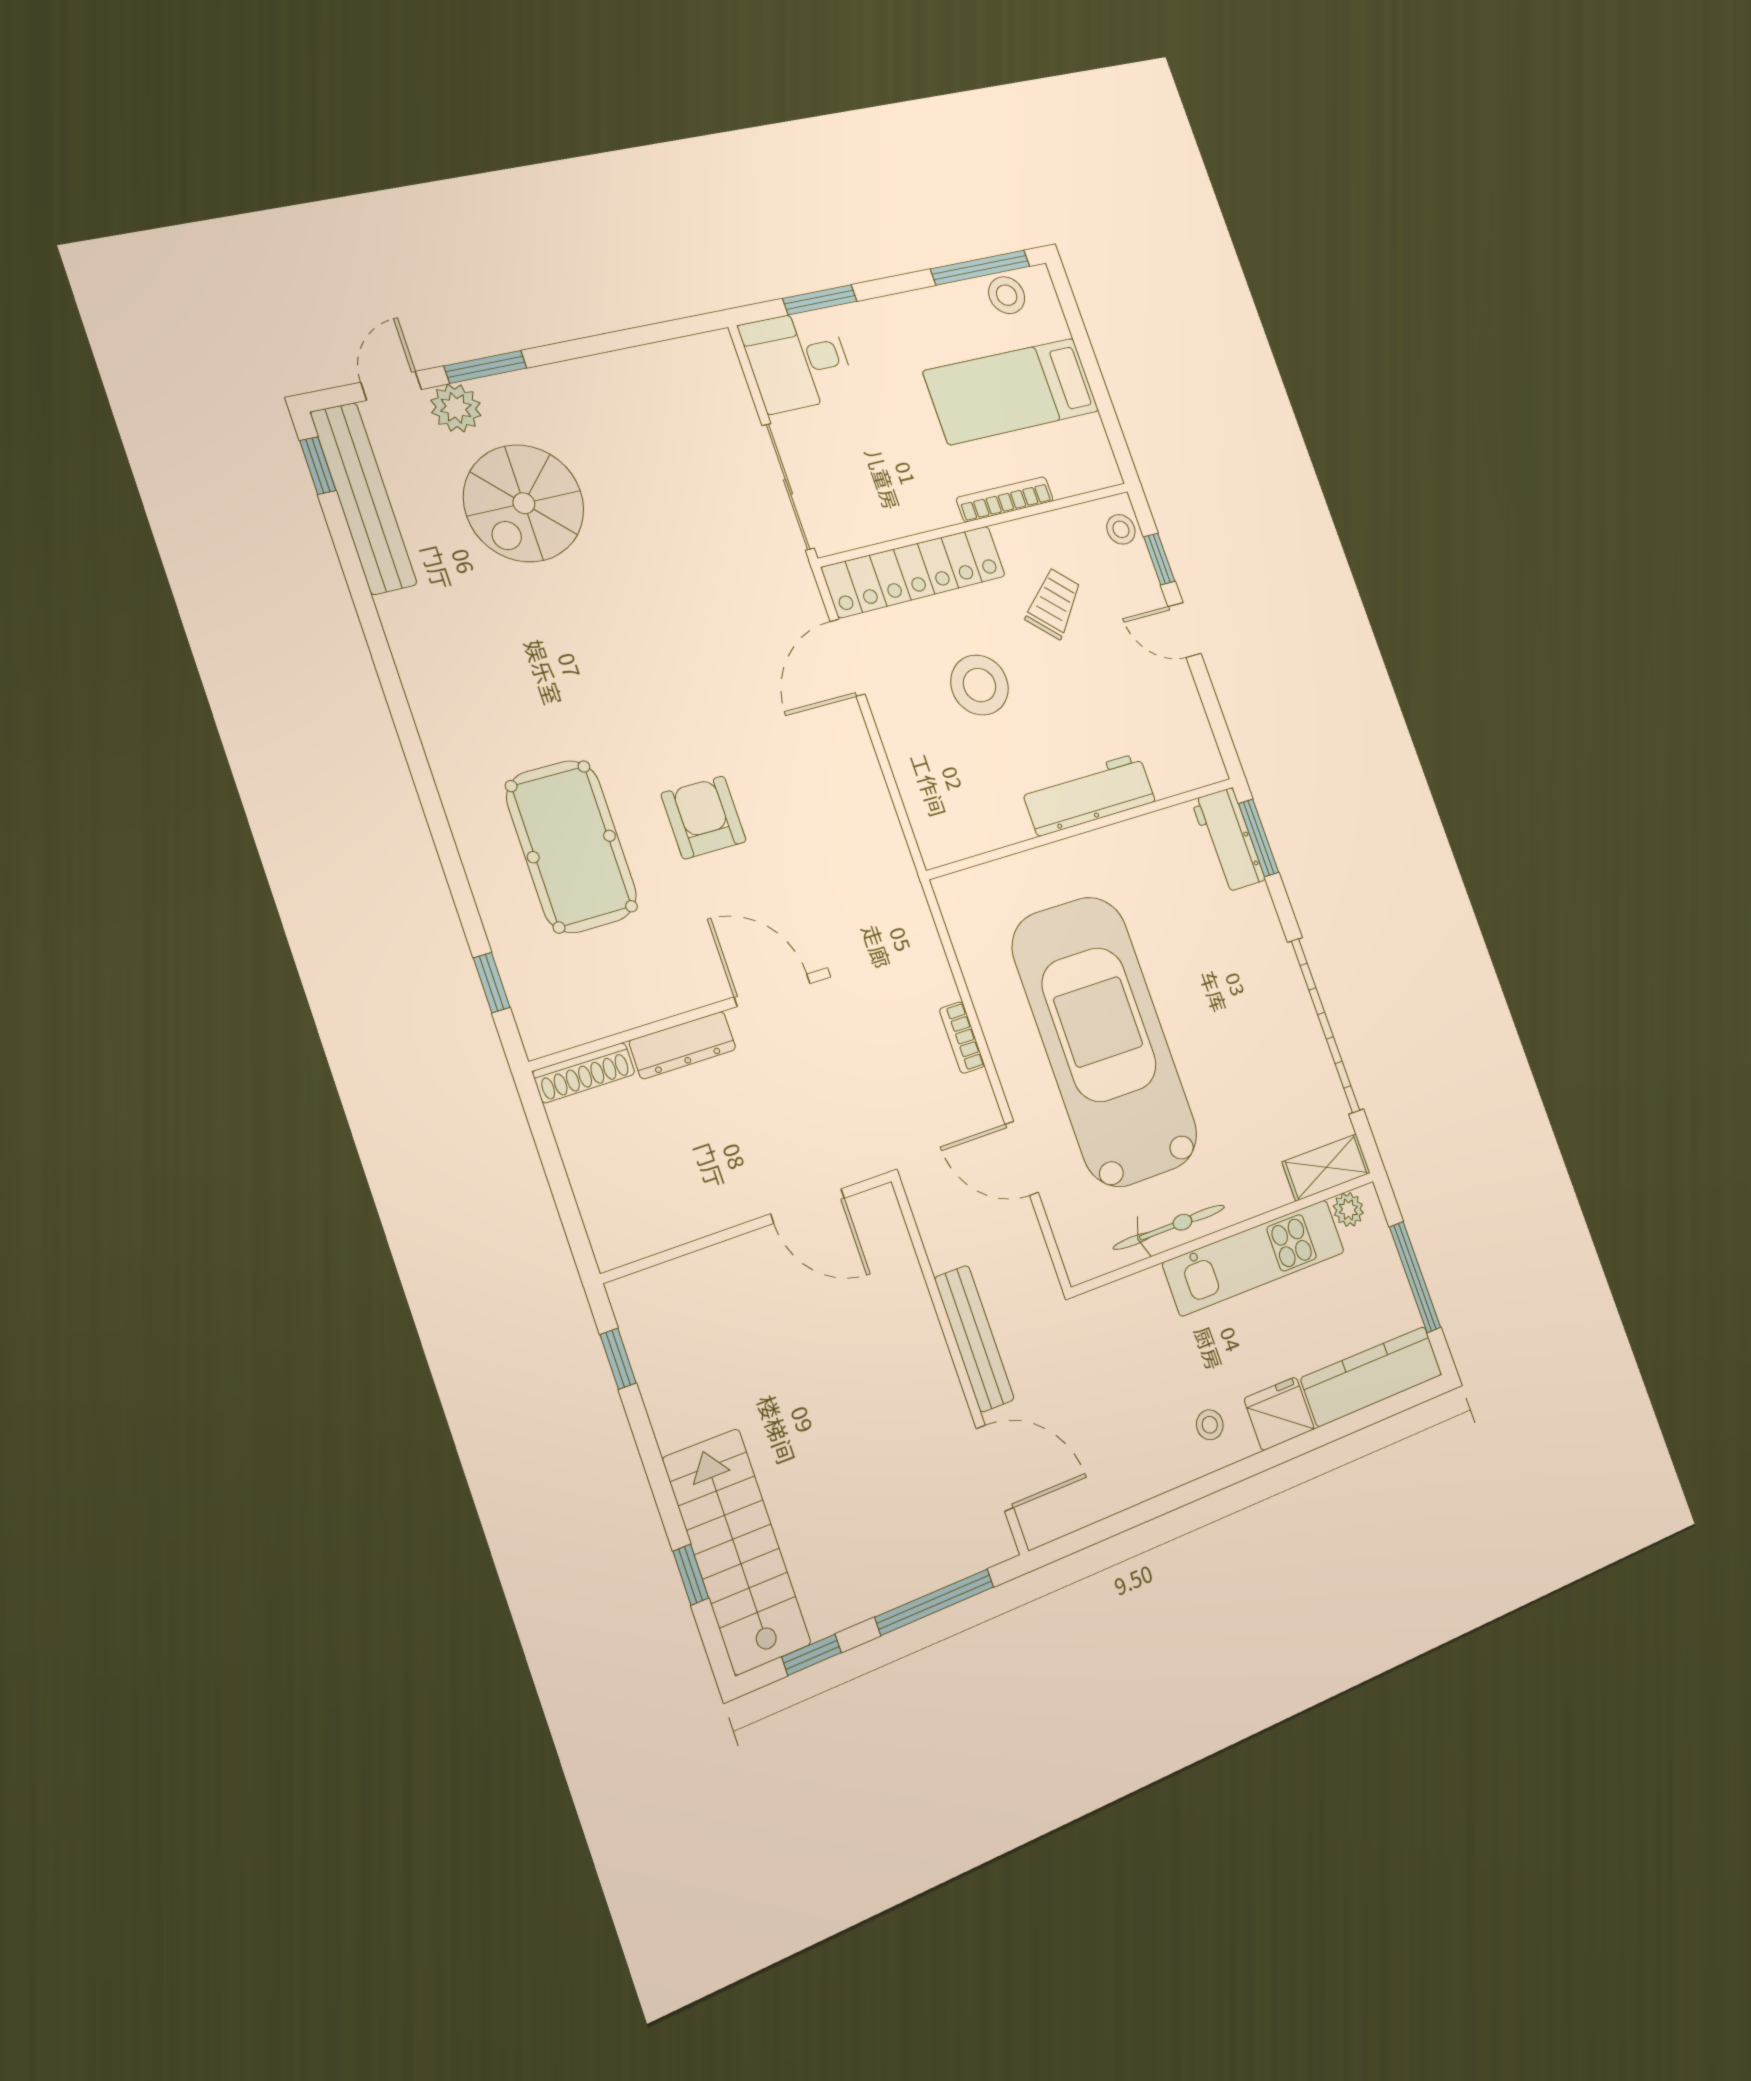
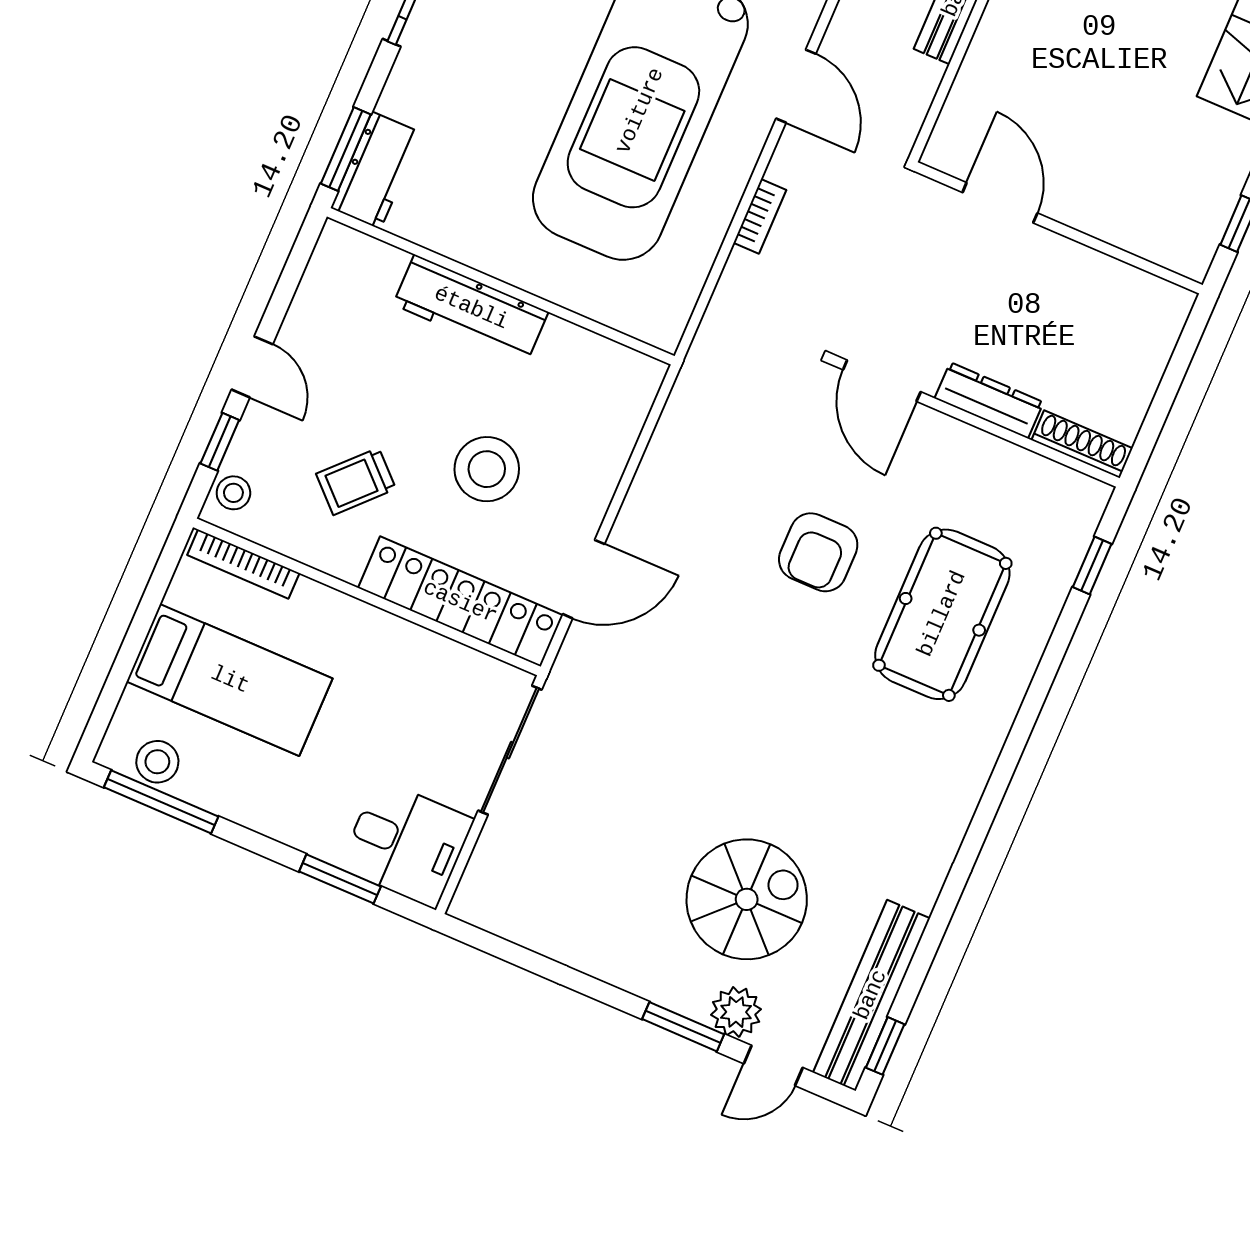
bookcase: (1005, 499) -> (243, 564), moved

